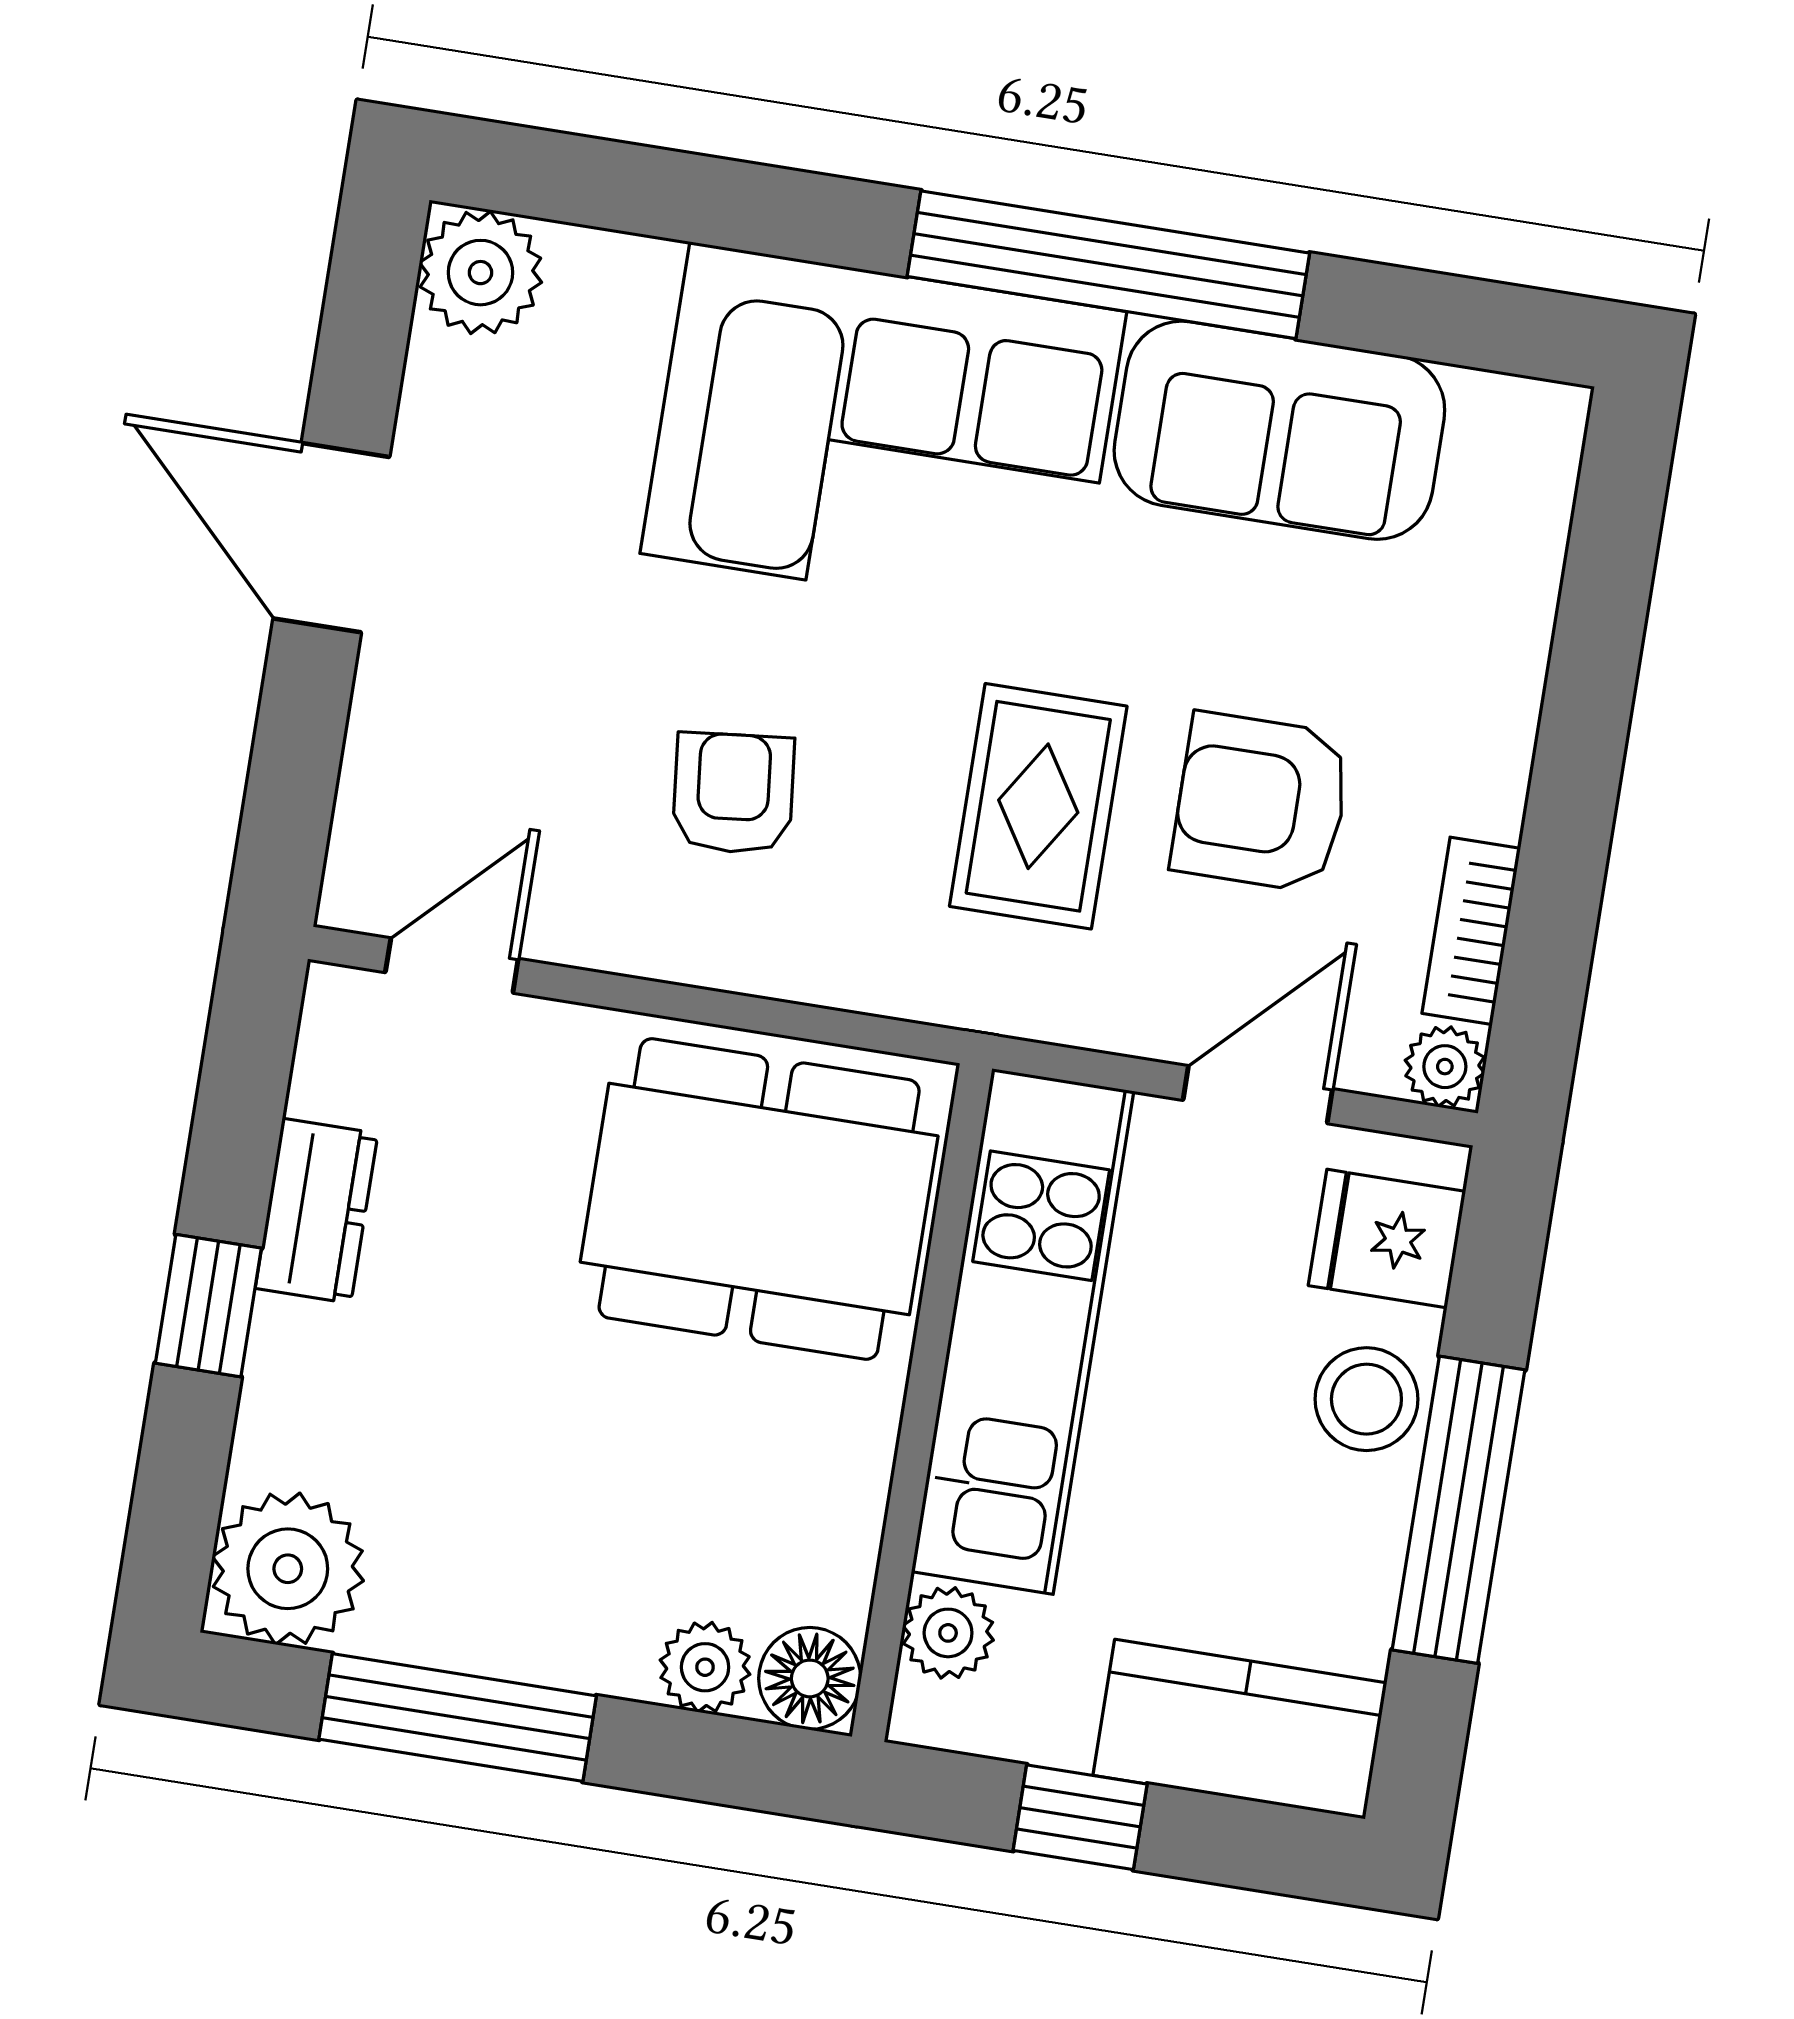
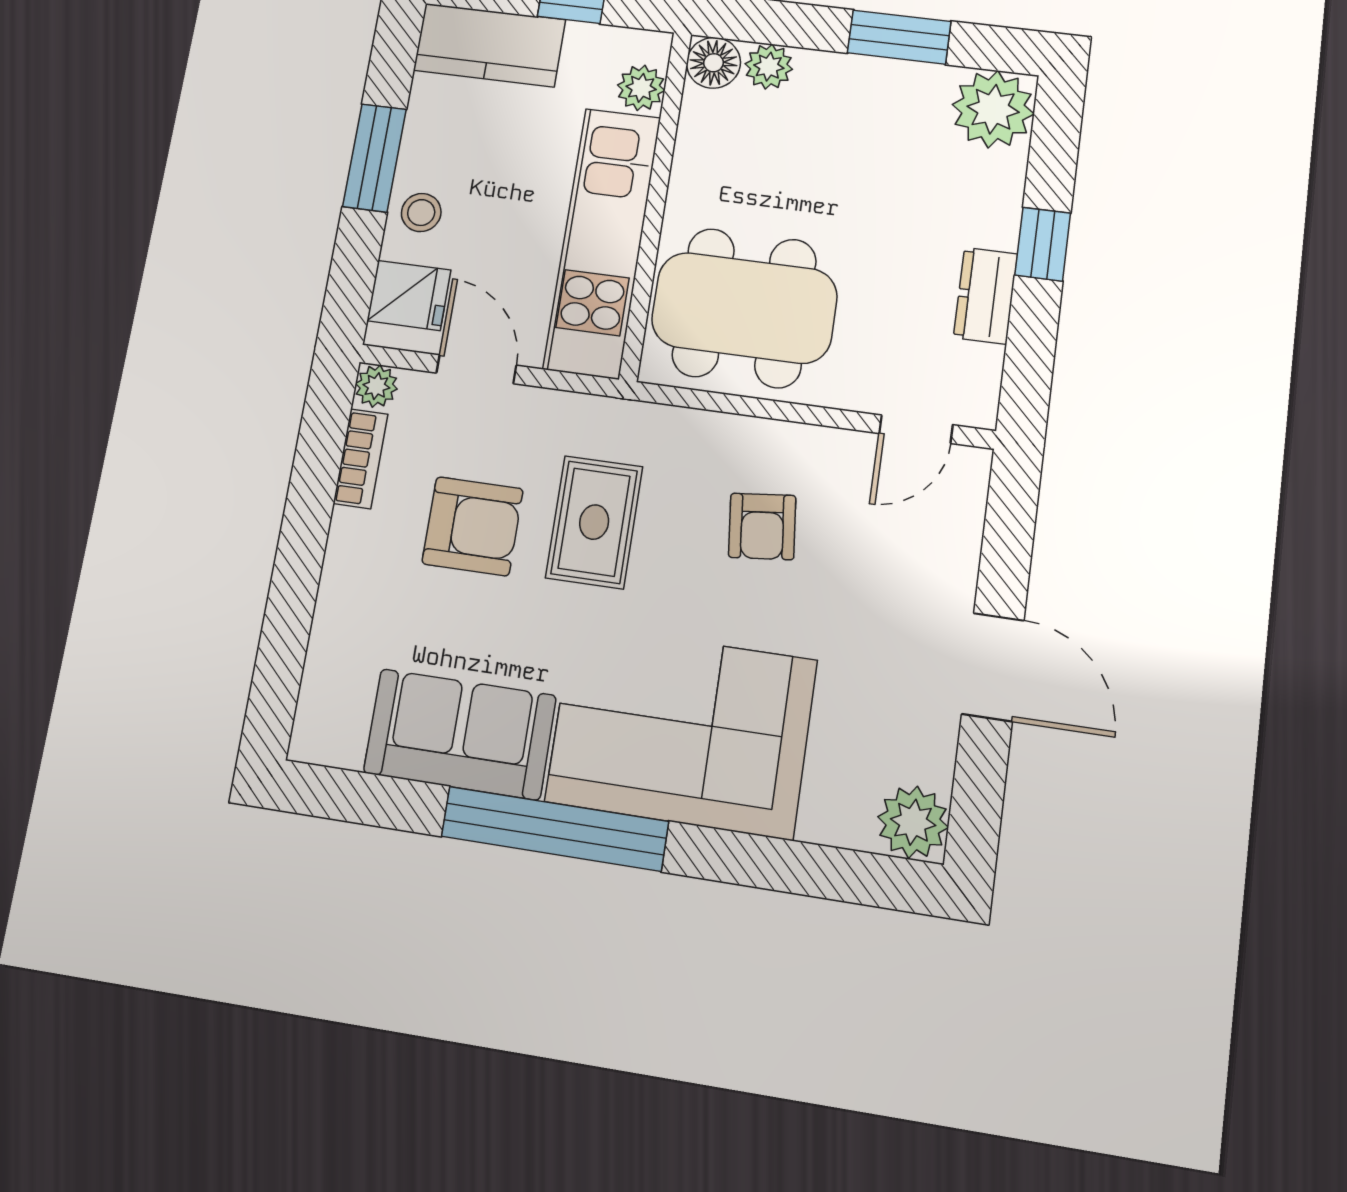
door: (1258, 1095) -> (476, 369), swing flipped
stool: (1366, 1399) -> (421, 213), width x0.73, depth x0.73
window: (1459, 1510) -> (374, 158), width x0.69
window: (458, 1718) -> (899, 37), width x0.69

